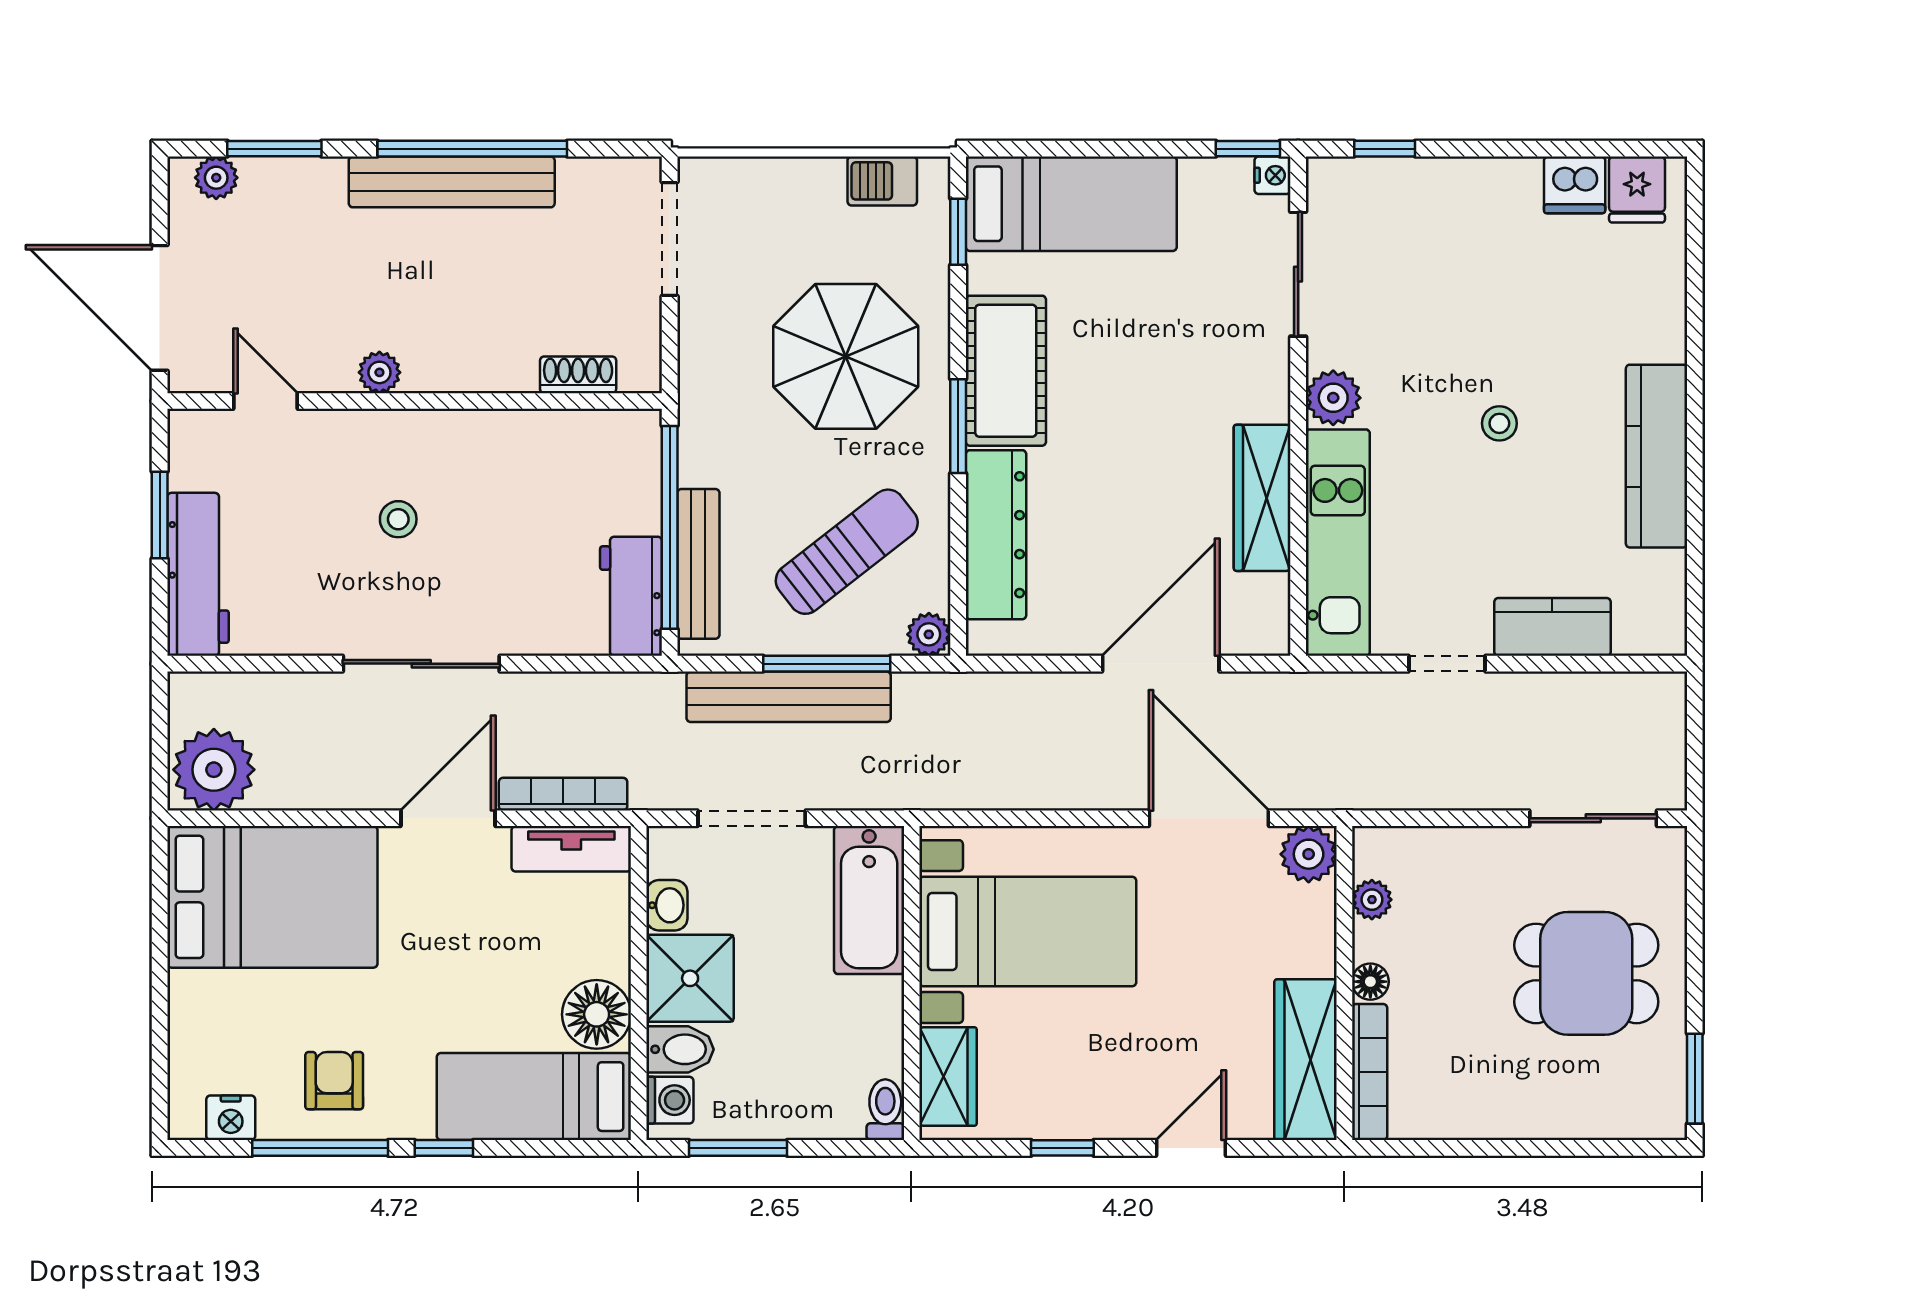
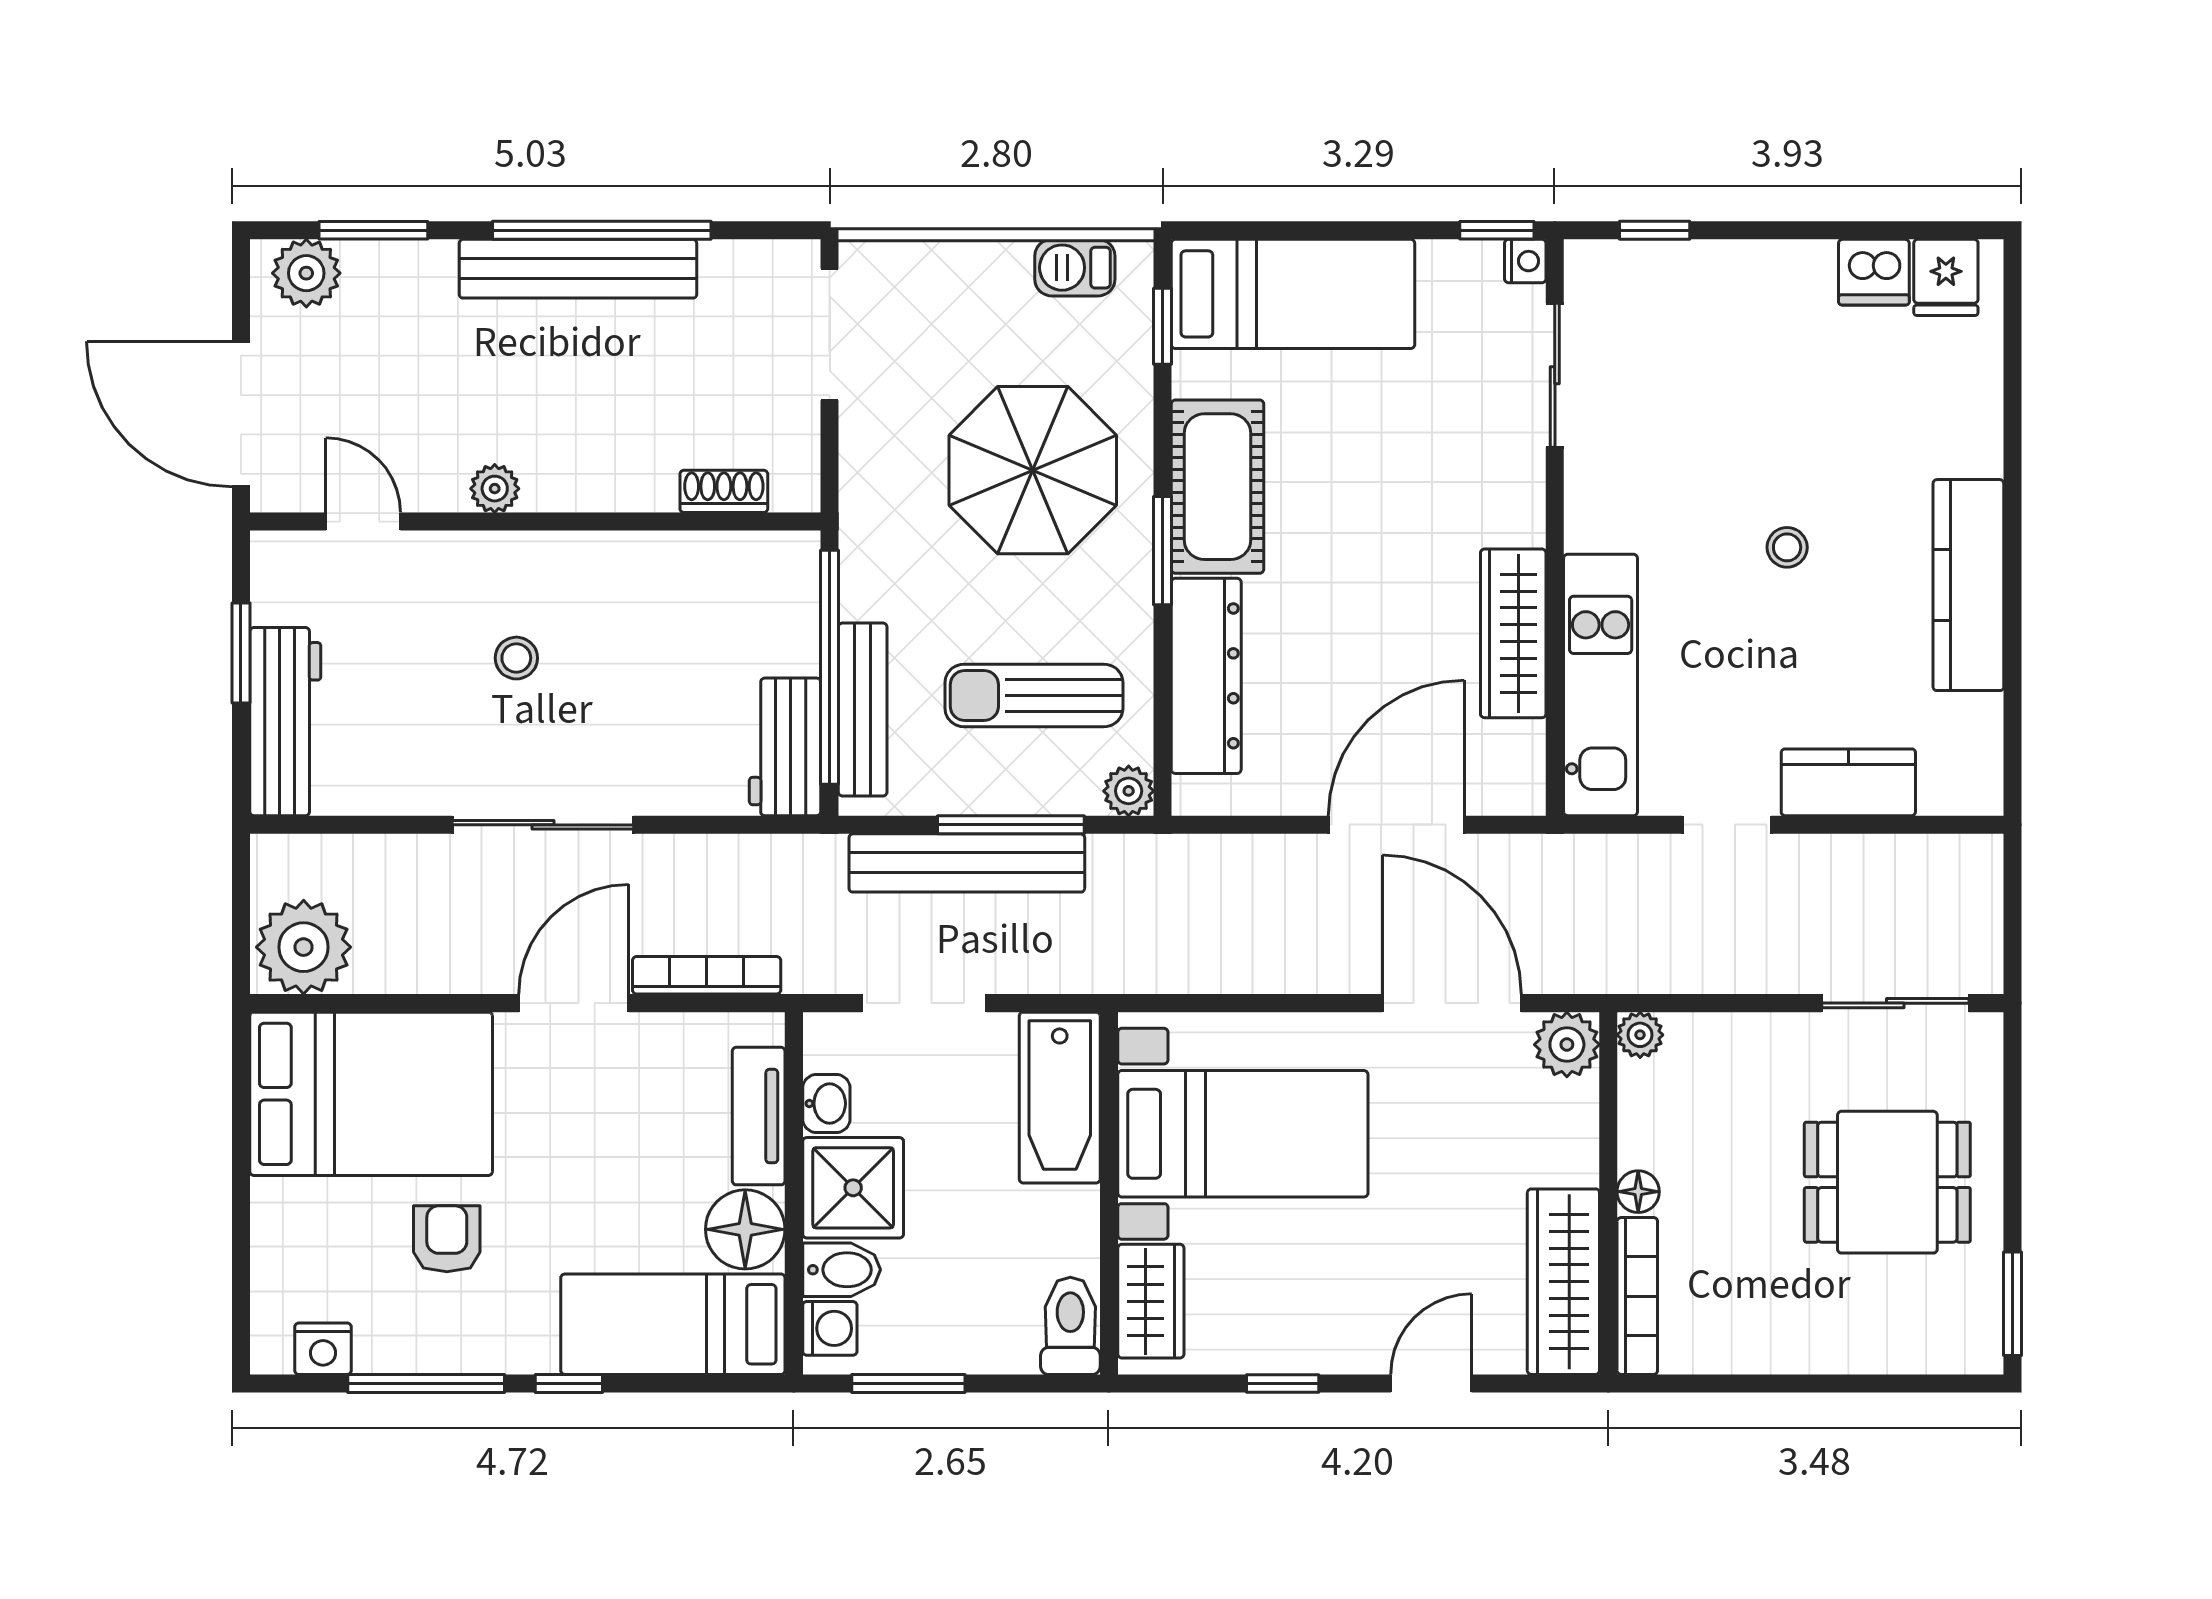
plant: (216, 178) -> (306, 273), width x1.38, depth x1.38
plant: (1333, 398) -> (1595, 518), removed
sun lounger: (847, 552) -> (1034, 695), turned -142
tv unit: (571, 849) -> (759, 1116), moved, turned 90
plant: (1372, 900) -> (1640, 1035), moved
armchair: (334, 1081) -> (447, 1239), moved
toilet: (885, 1110) -> (1070, 1326), width x1.37, depth x1.39

